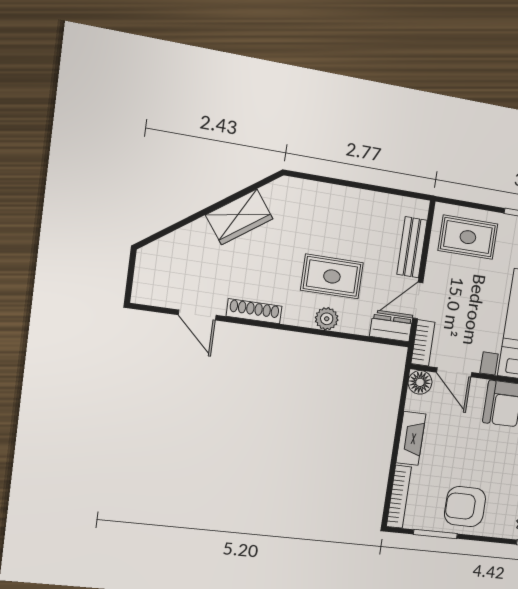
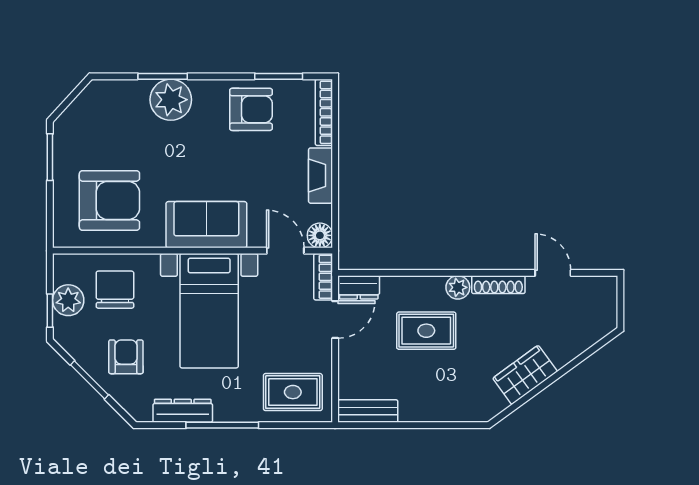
bench: (412, 247) -> (368, 411), moved, turned 90
plant: (327, 319) -> (458, 287), moved

